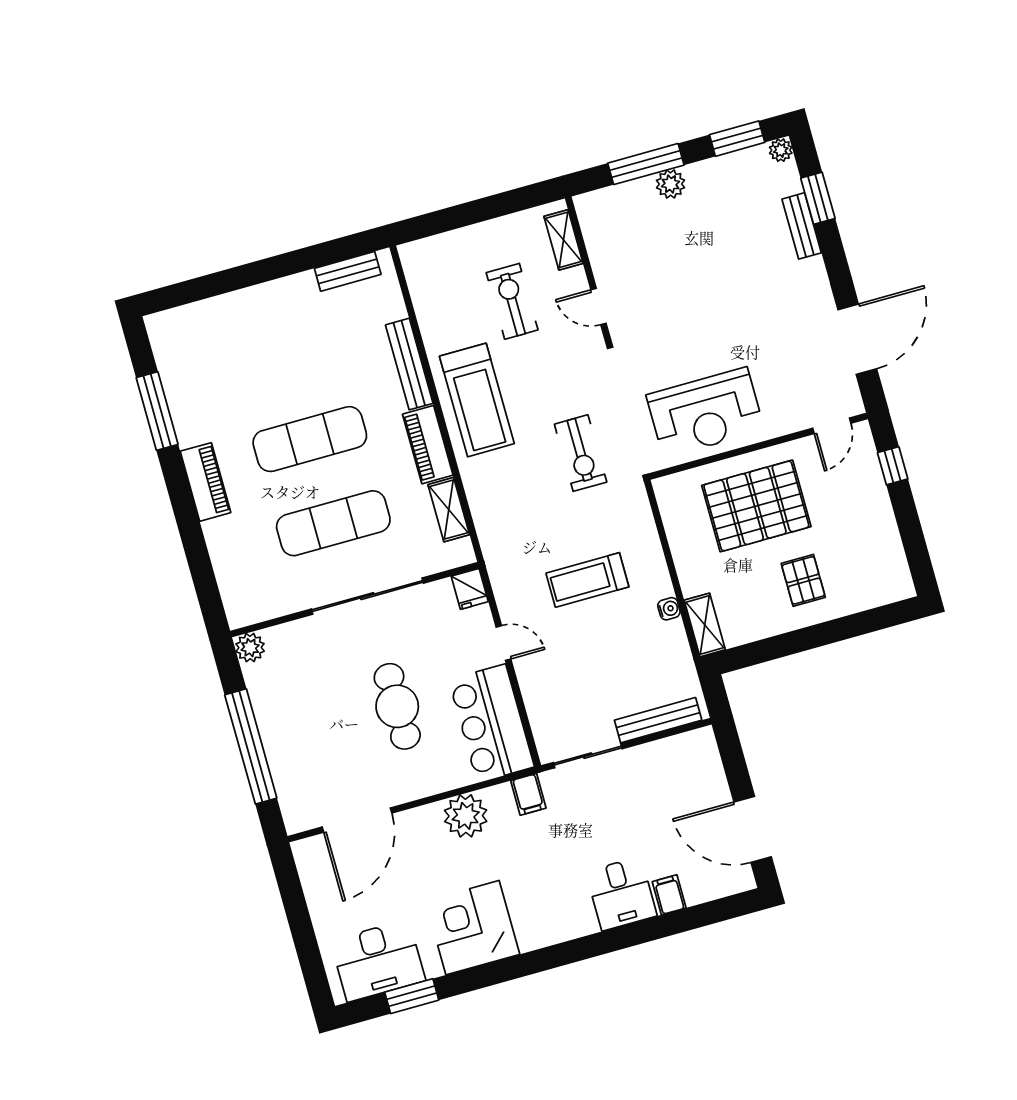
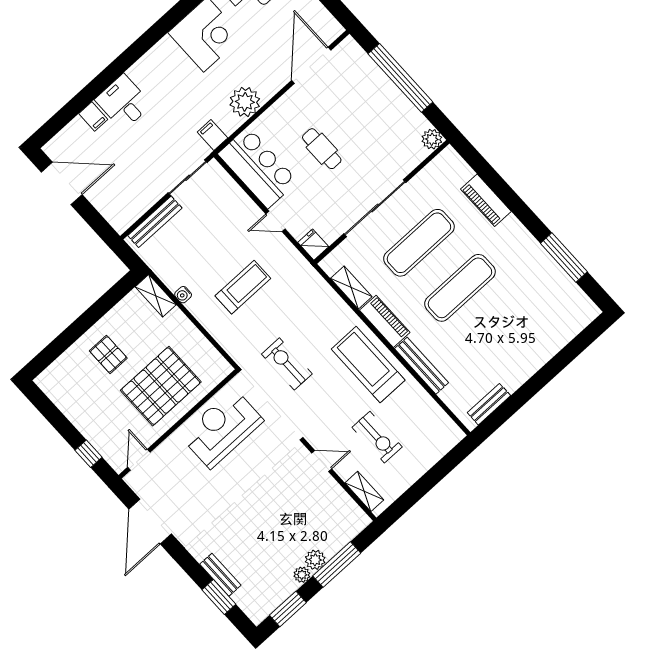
plant: (781, 150) -> (302, 575), moved
piano: (205, 482) -> (486, 200), moved
cafe table: (397, 706) -> (322, 149), width x0.73, depth x0.74

